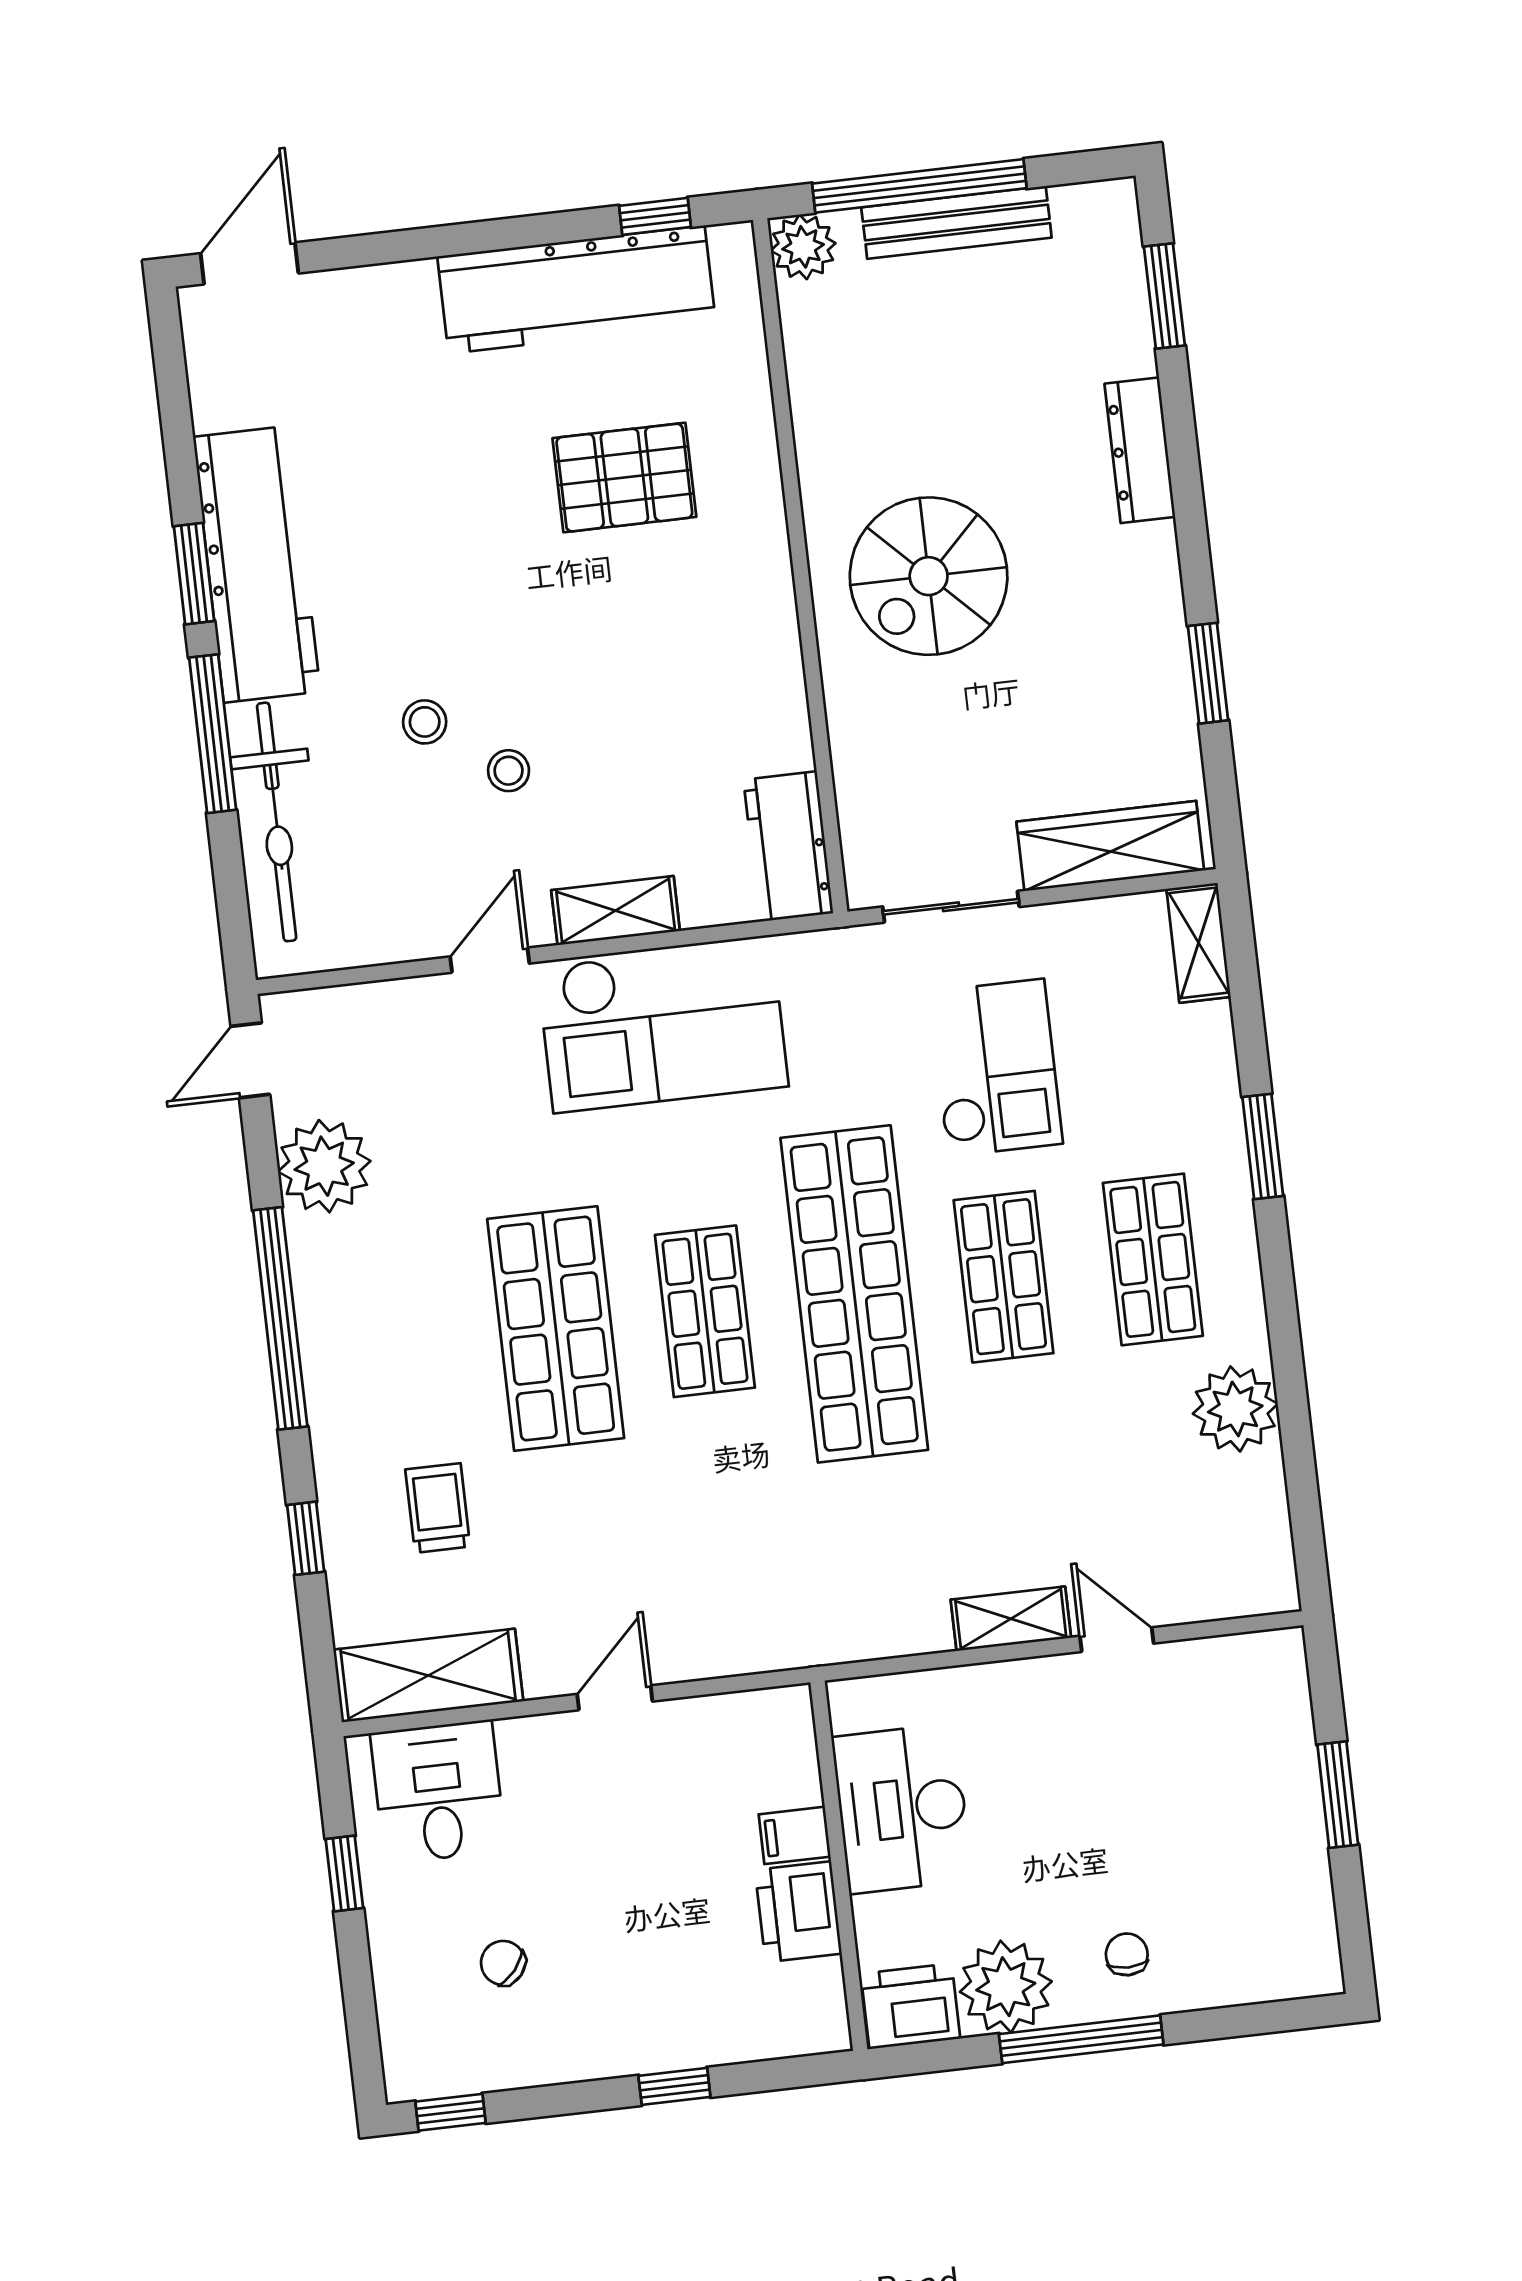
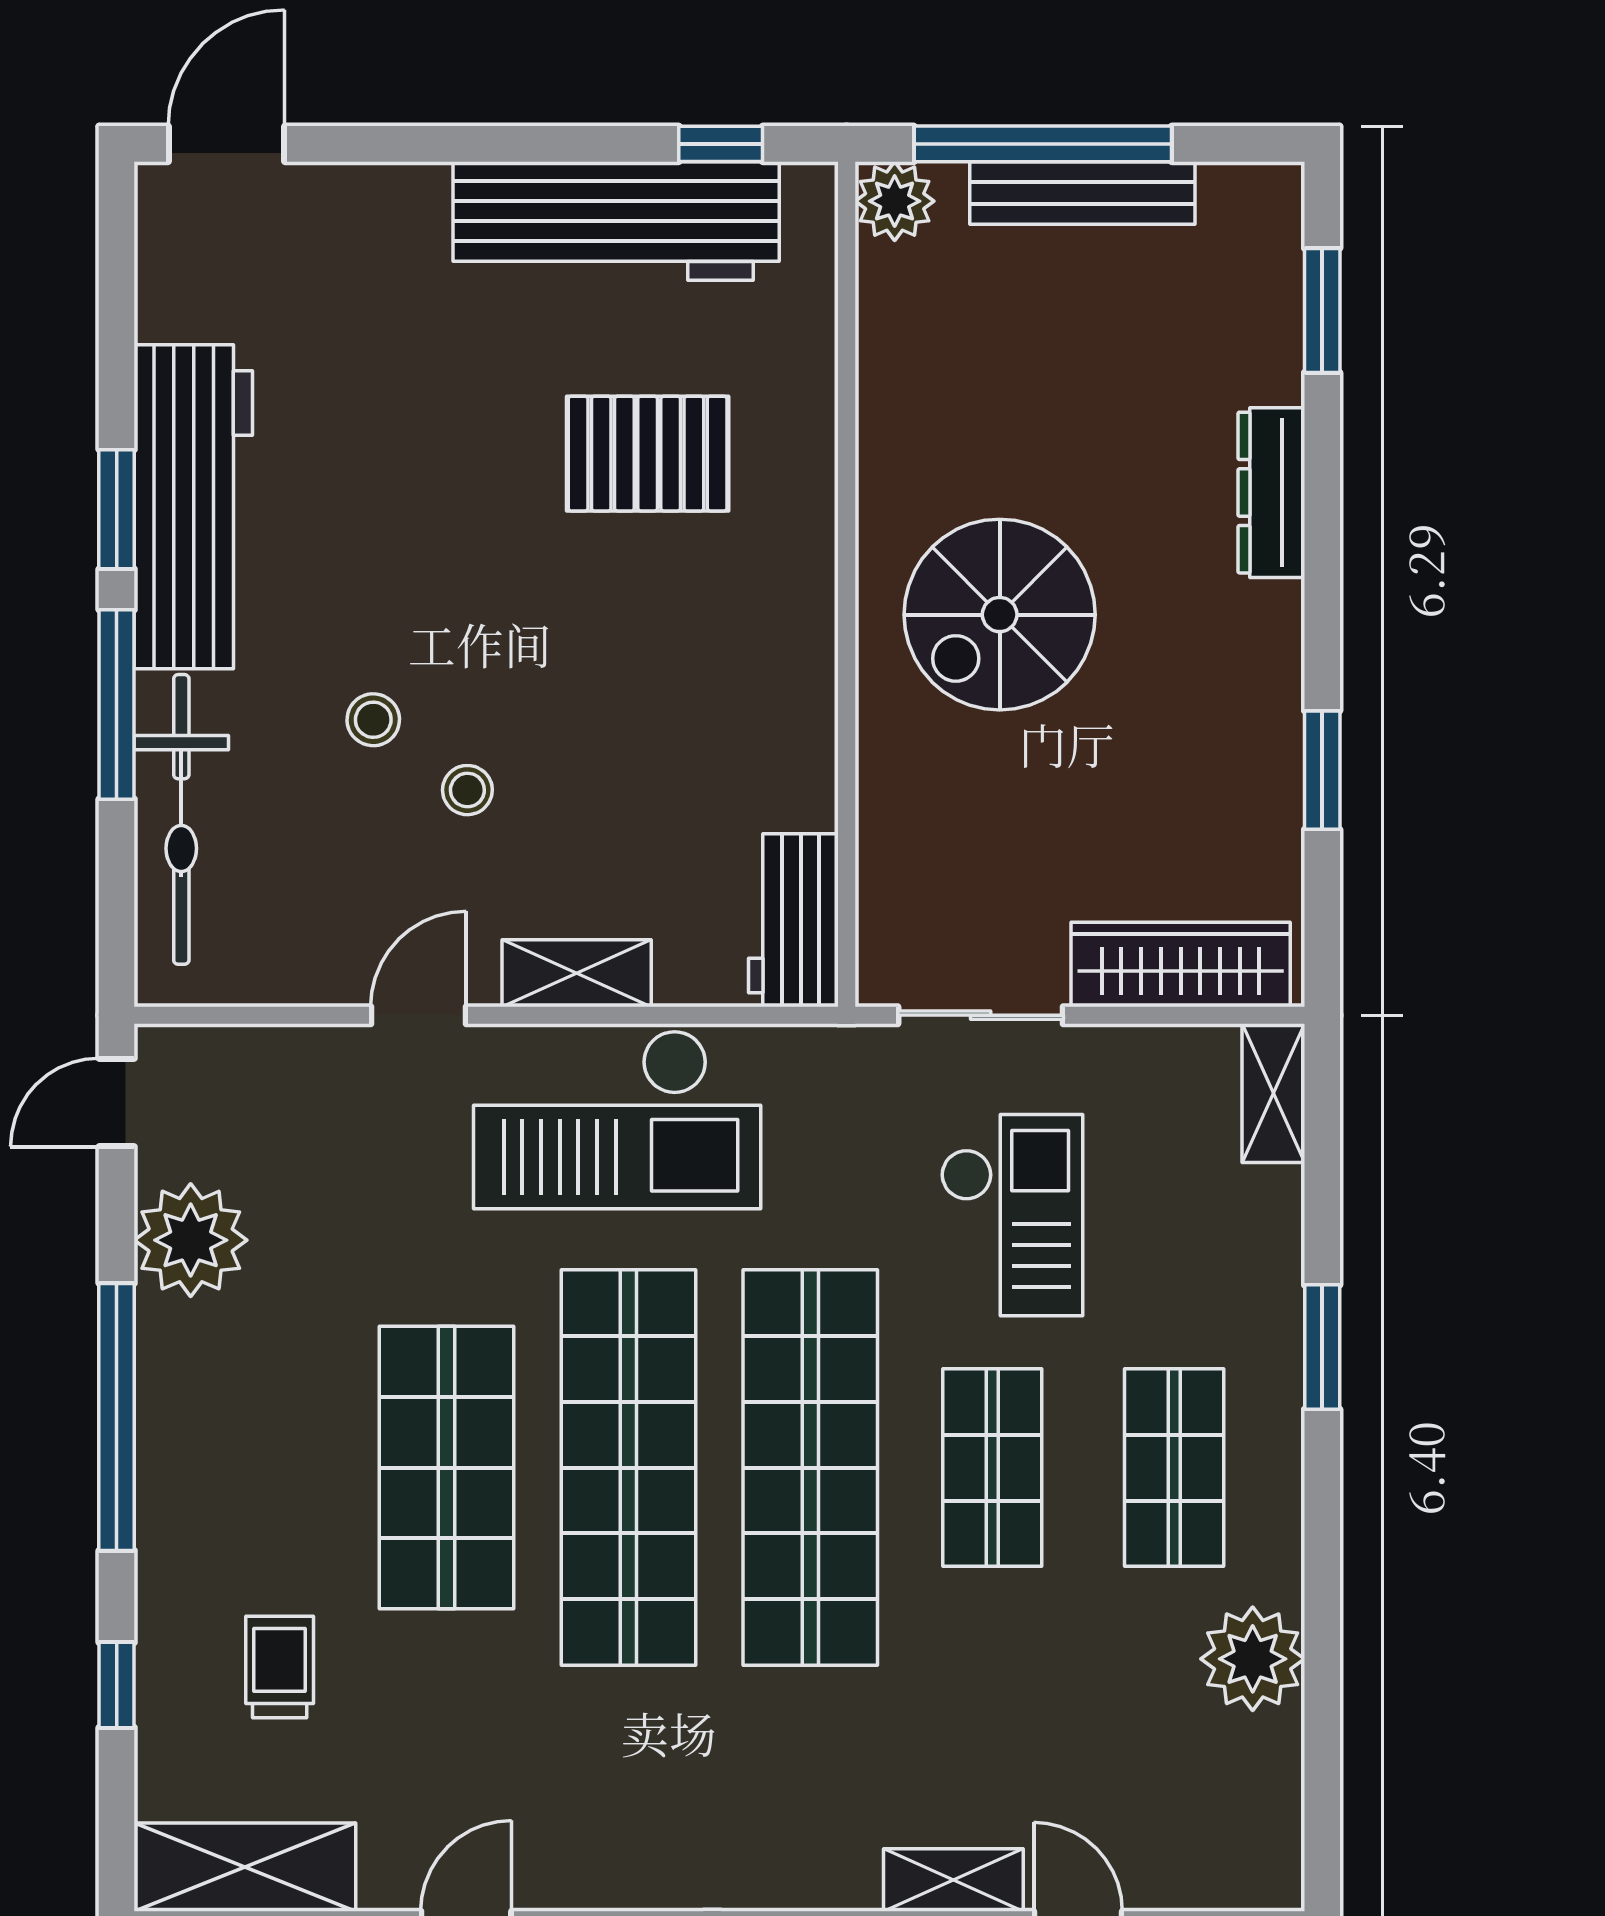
shop shelf: (705, 1311) -> (628, 1468), width x2.00, depth x1.36

